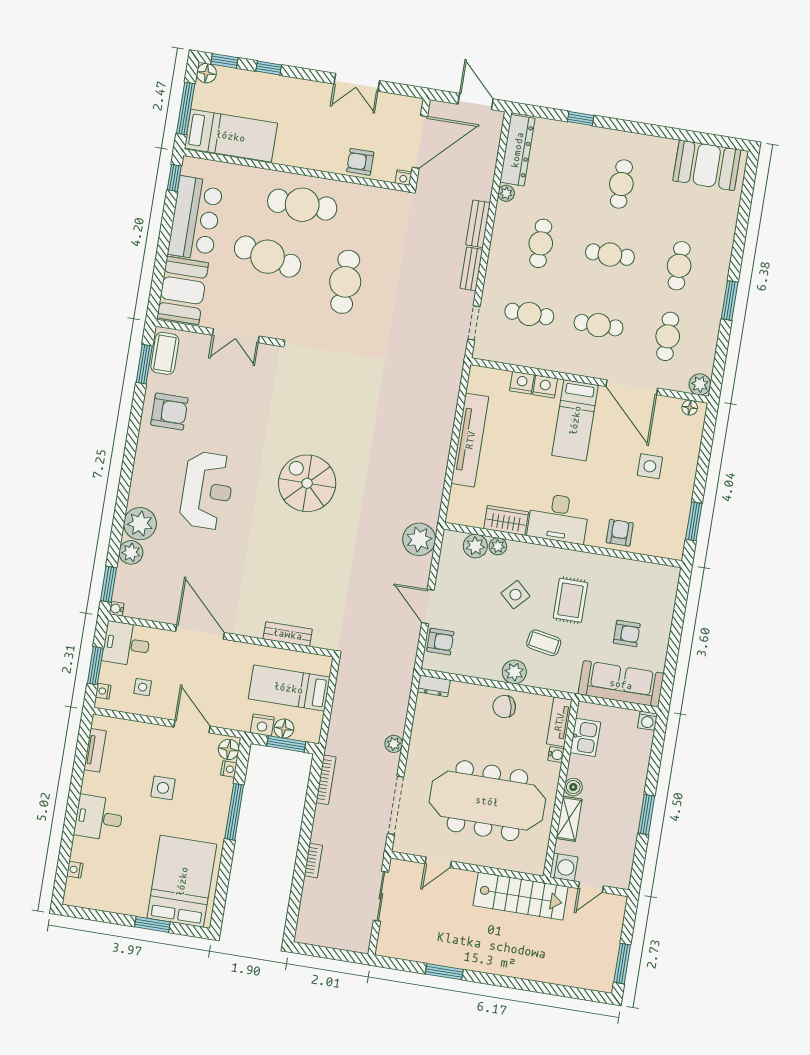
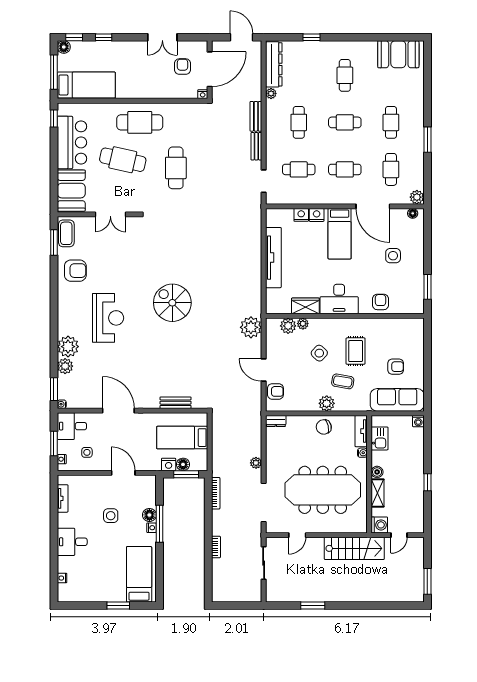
armchair: (360, 162) -> (182, 67), moved, turned 90
floor lamp: (229, 749) -> (149, 515), moved
nightstand: (229, 769) -> (151, 528), moved
window: (646, 815) -> (427, 482), width x0.67
bed: (182, 881) -> (139, 574), width x0.67

